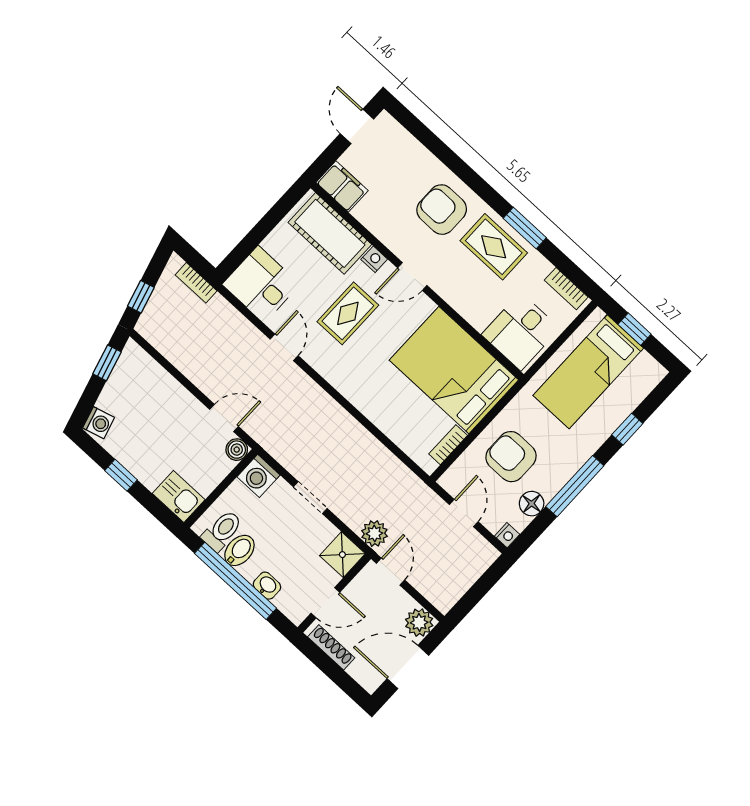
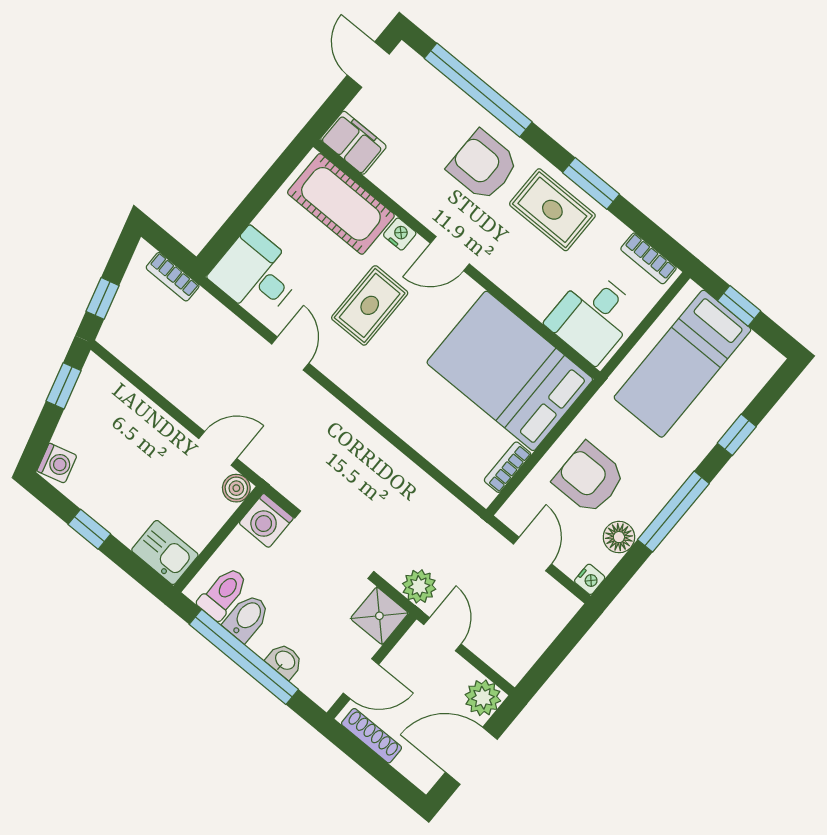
window: (441, 151) -> (478, 90), added
doorway: (310, 498) -> (334, 545), width x1.88

